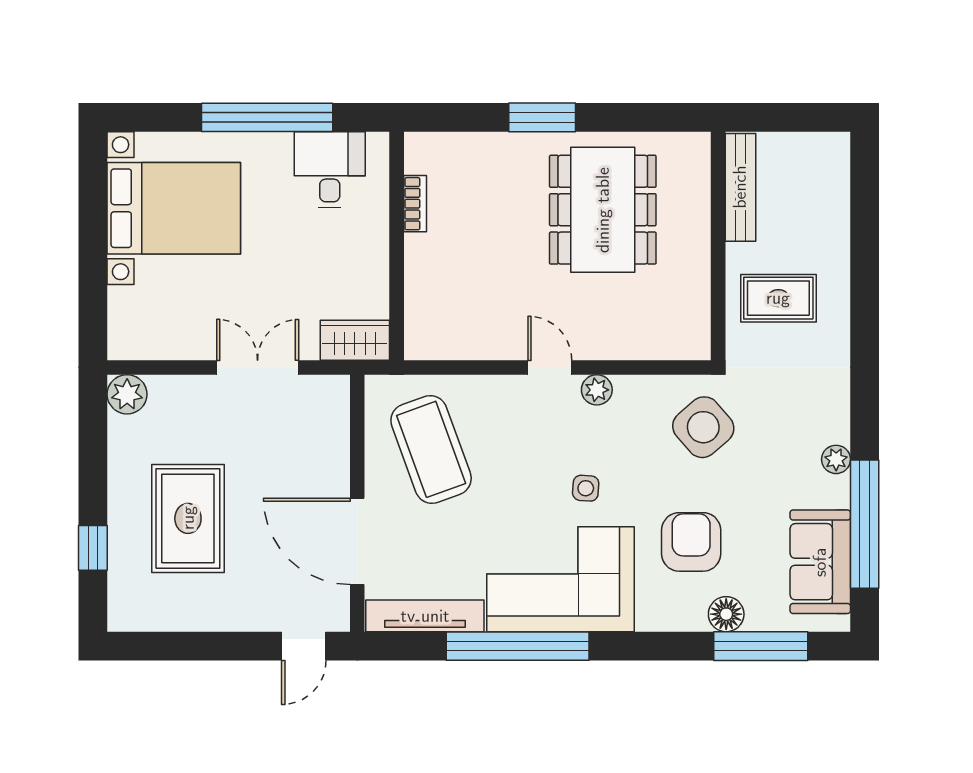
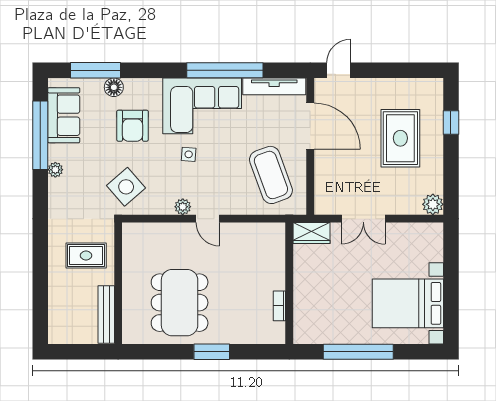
desk: (330, 170) -> (325, 324), removed

